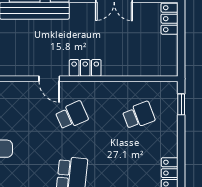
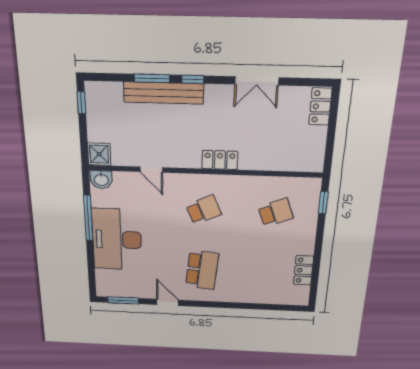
door: (49, 79) -> (151, 170), moved

